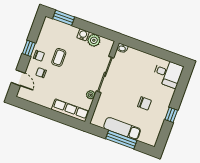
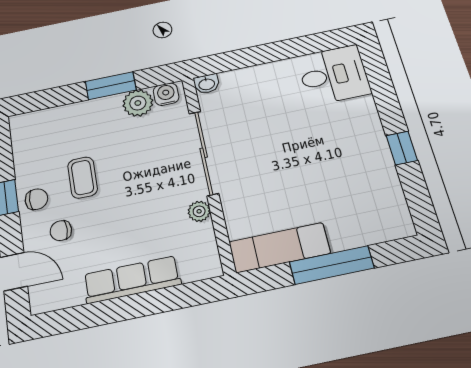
window: (64, 18) -> (111, 86), moved
water cooler: (83, 35) -> (166, 94), moved
chair: (144, 103) -> (328, 159), removed
row of seats: (70, 110) -> (132, 280), moved
exam couch: (122, 129) -> (280, 248), moved

